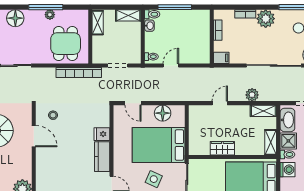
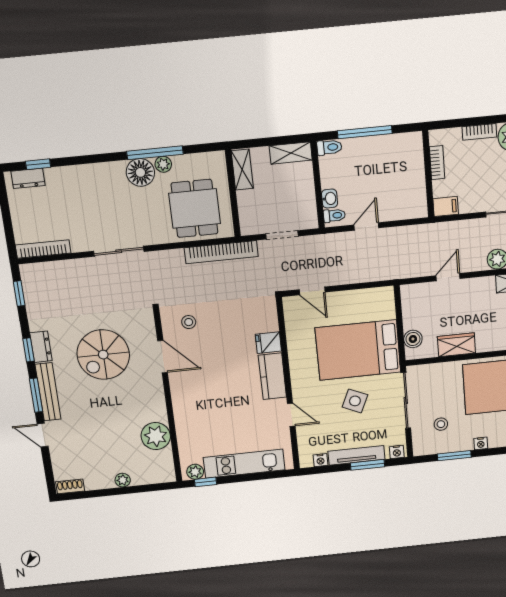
floor lamp: (15, 18) -> (140, 172), moved
washbasin: (149, 26) -> (330, 199), moved
floor lamp: (163, 113) -> (360, 301), removed
boiler: (195, 141) -> (413, 339), added

